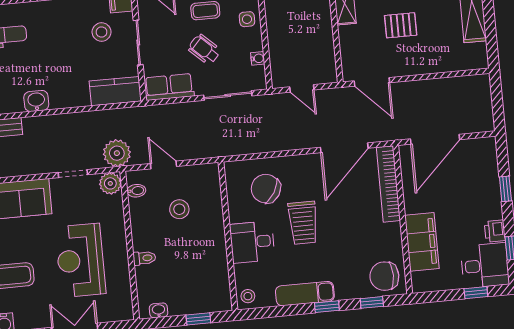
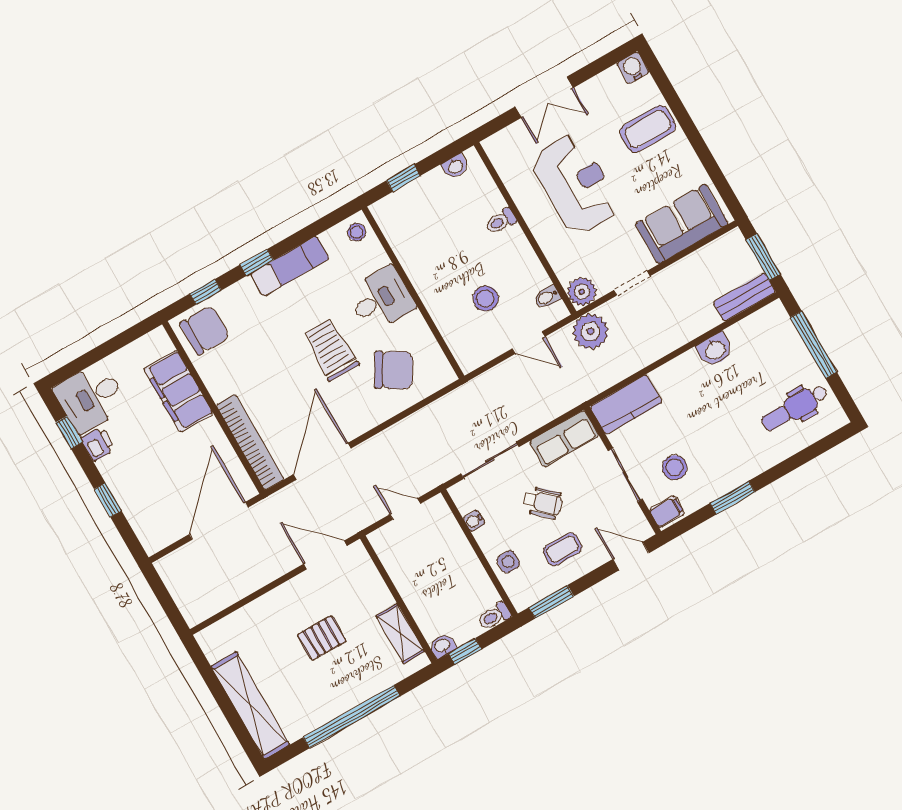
window: (476, 293) -> (87, 360), removed

